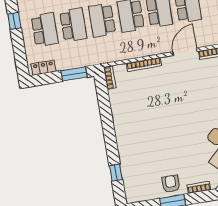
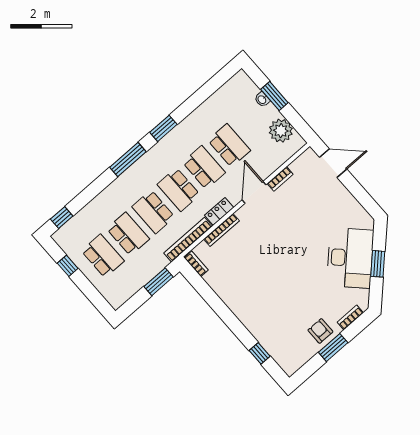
bookcase: (115, 56) -> (188, 240), added
locker: (43, 68) -> (219, 211), moved

